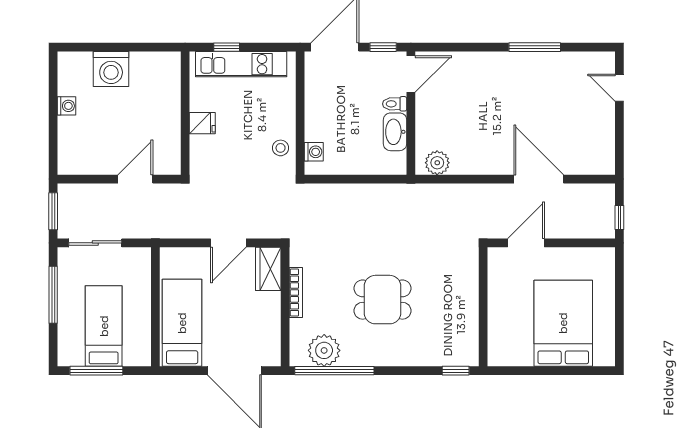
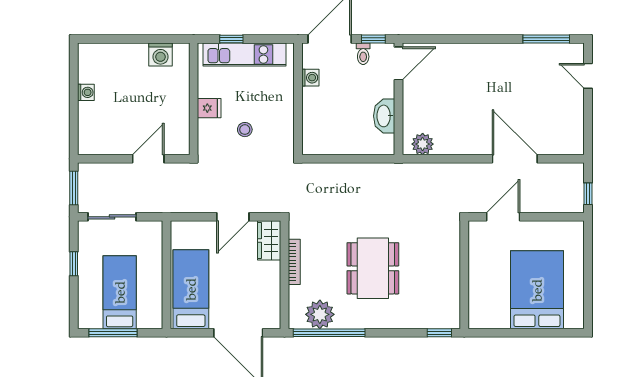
window: (535, 47) -> (546, 39), moved
washing machine: (111, 69) -> (160, 54), moved, width x0.73, depth x0.73
toilet: (395, 104) -> (363, 54), moved, turned -90
stool: (281, 148) -> (245, 130), moved
washing machine: (314, 152) -> (310, 78), moved
window: (53, 295) -> (74, 264), width x0.46
dining table: (383, 300) -> (373, 268), width x1.38

